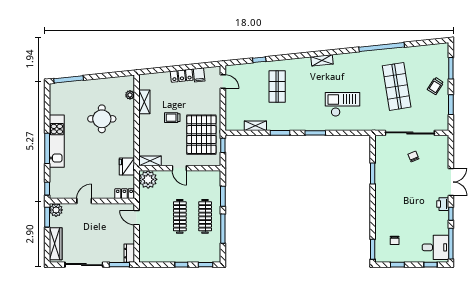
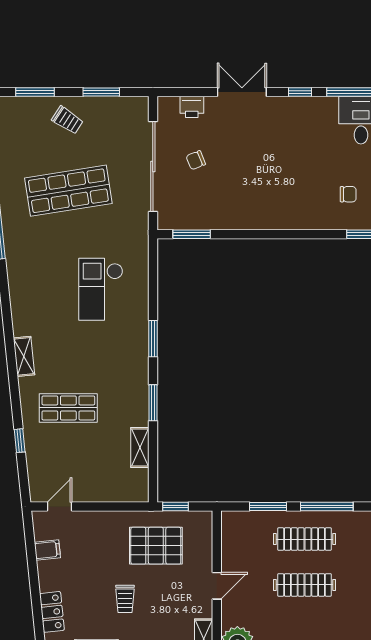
shelving: (322, 60) -> (24, 356), moved
locker: (182, 76) -> (52, 612), moved
pallet: (201, 135) -> (156, 546), width x0.73, depth x0.71
window: (373, 173) -> (192, 234), moved
printer: (443, 204) -> (192, 107), moved

